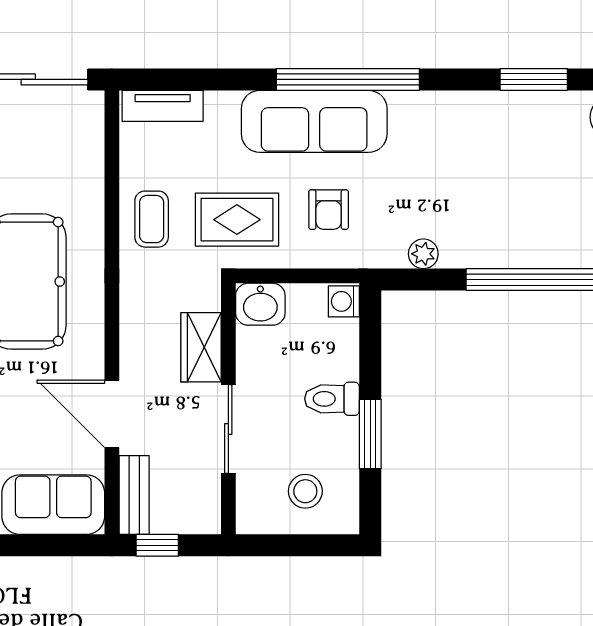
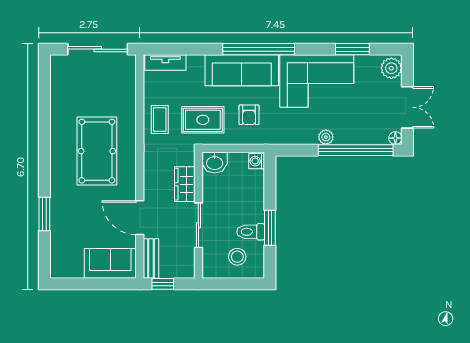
corner sofa: (463, 143) -> (317, 81), added
plant: (423, 254) -> (326, 137), moved
toilet: (332, 399) -> (251, 232), moved

